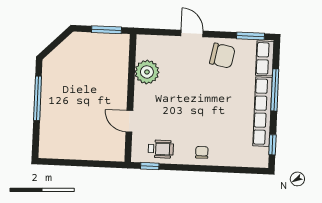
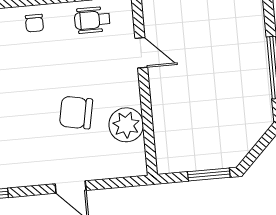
window: (106, 30) -> (209, 175), moved
chair: (222, 56) -> (76, 113), moved

